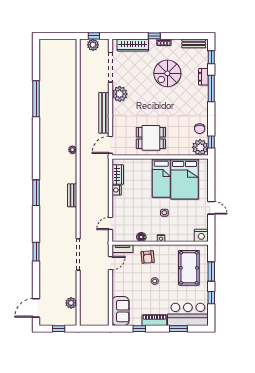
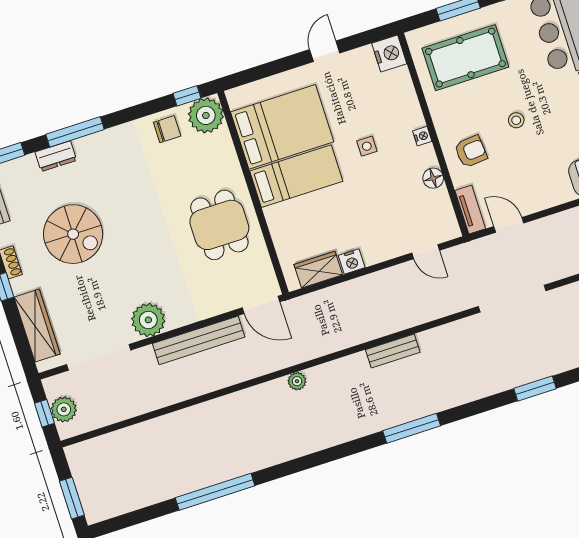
window: (53, 36) -> (72, 498), added

